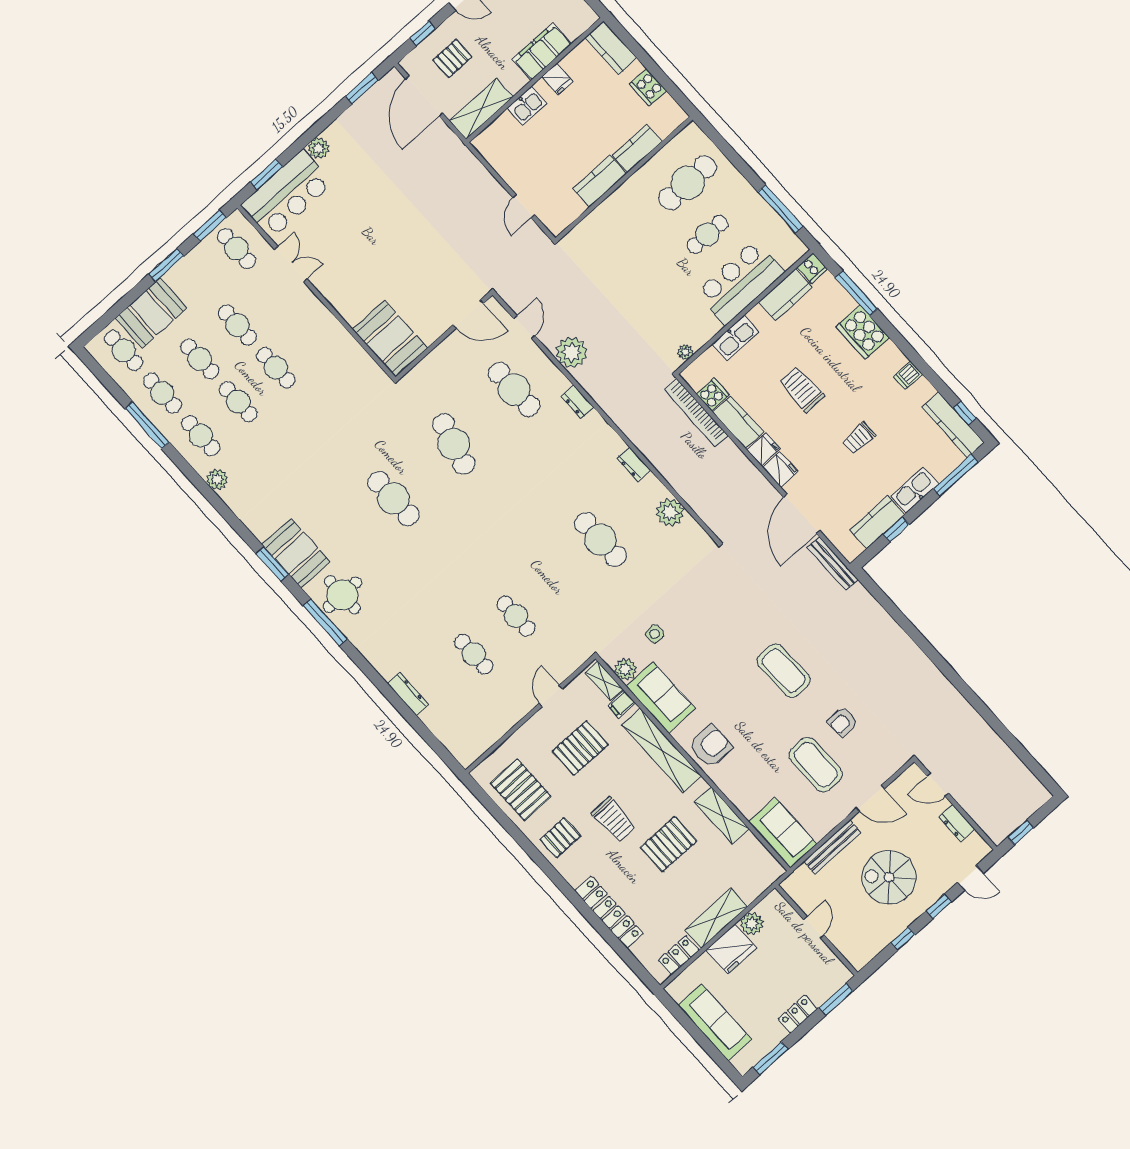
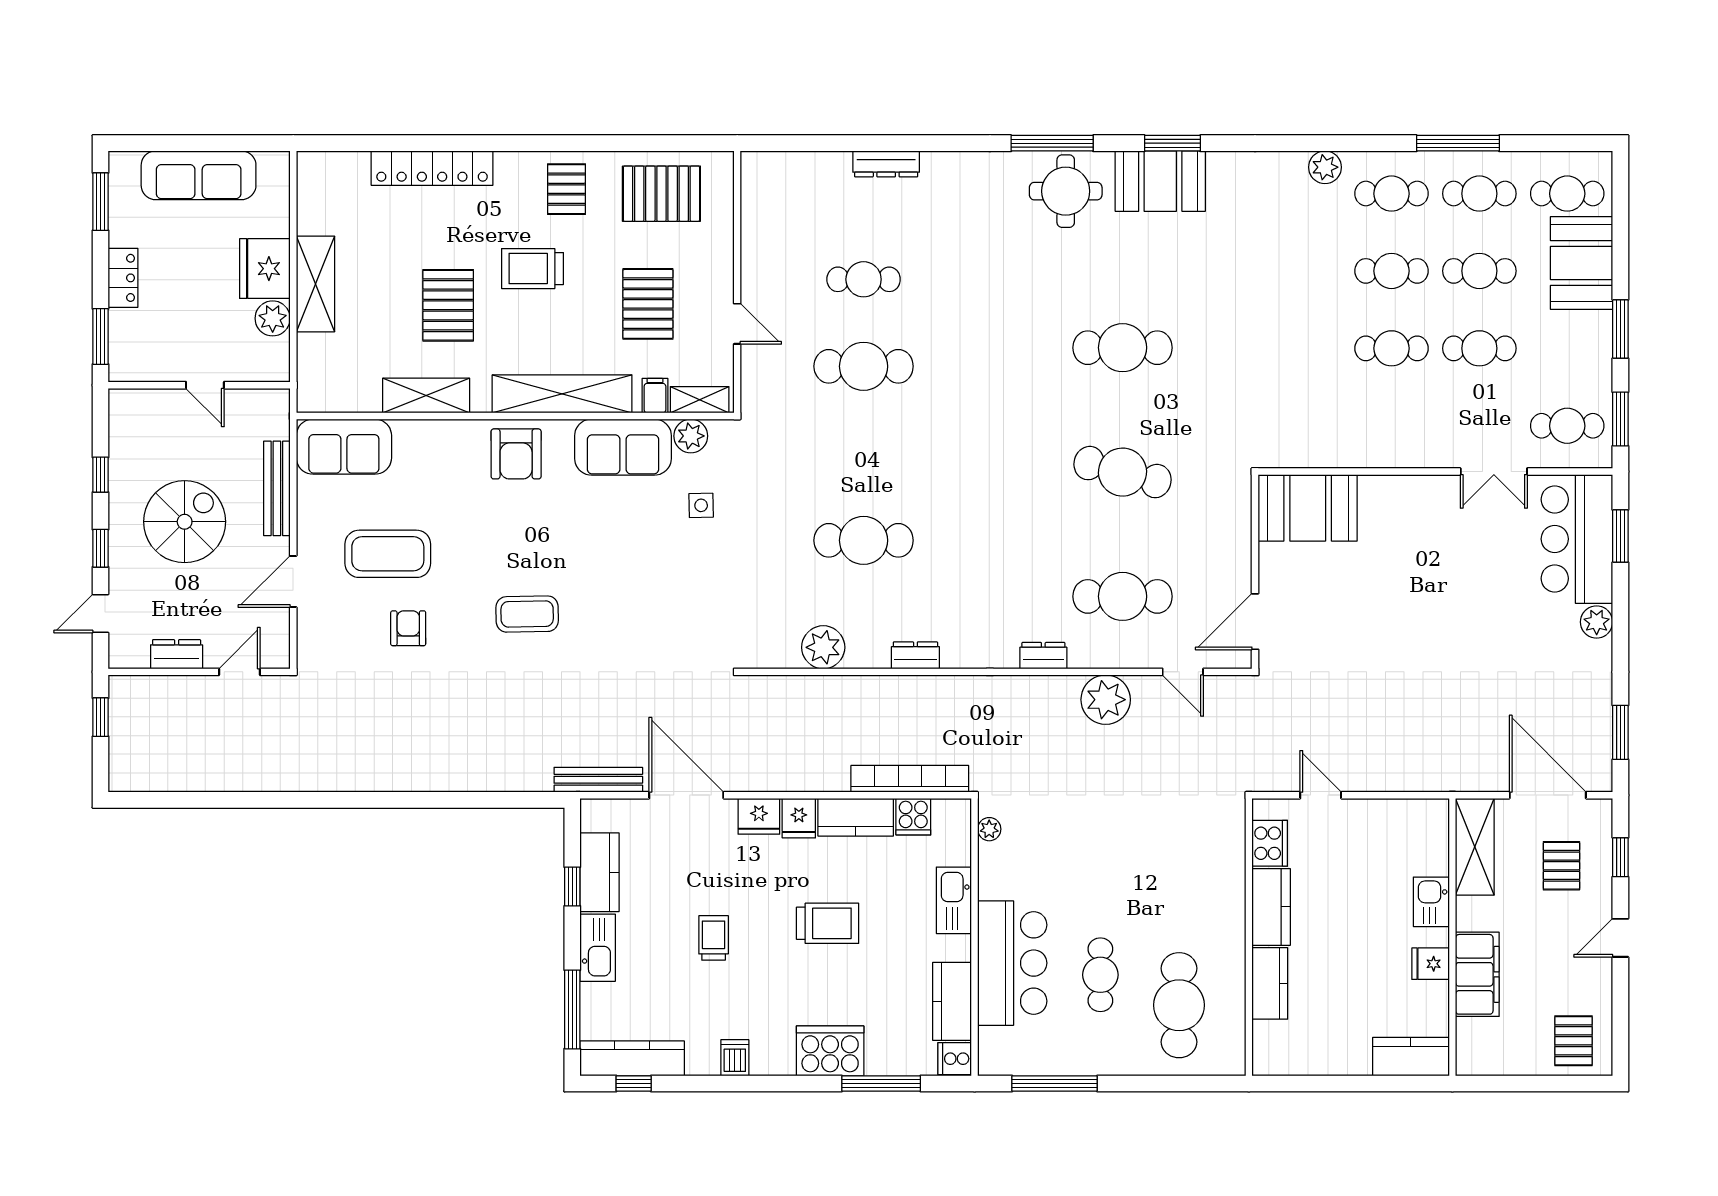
cooker: (648, 87) -> (1270, 843), moved, turned 90
cafe table: (516, 616) -> (864, 366), width x1.37, depth x1.35
coffee table: (784, 671) -> (527, 614), width x0.73, depth x0.76
locker: (679, 955) -> (312, 203), removed

